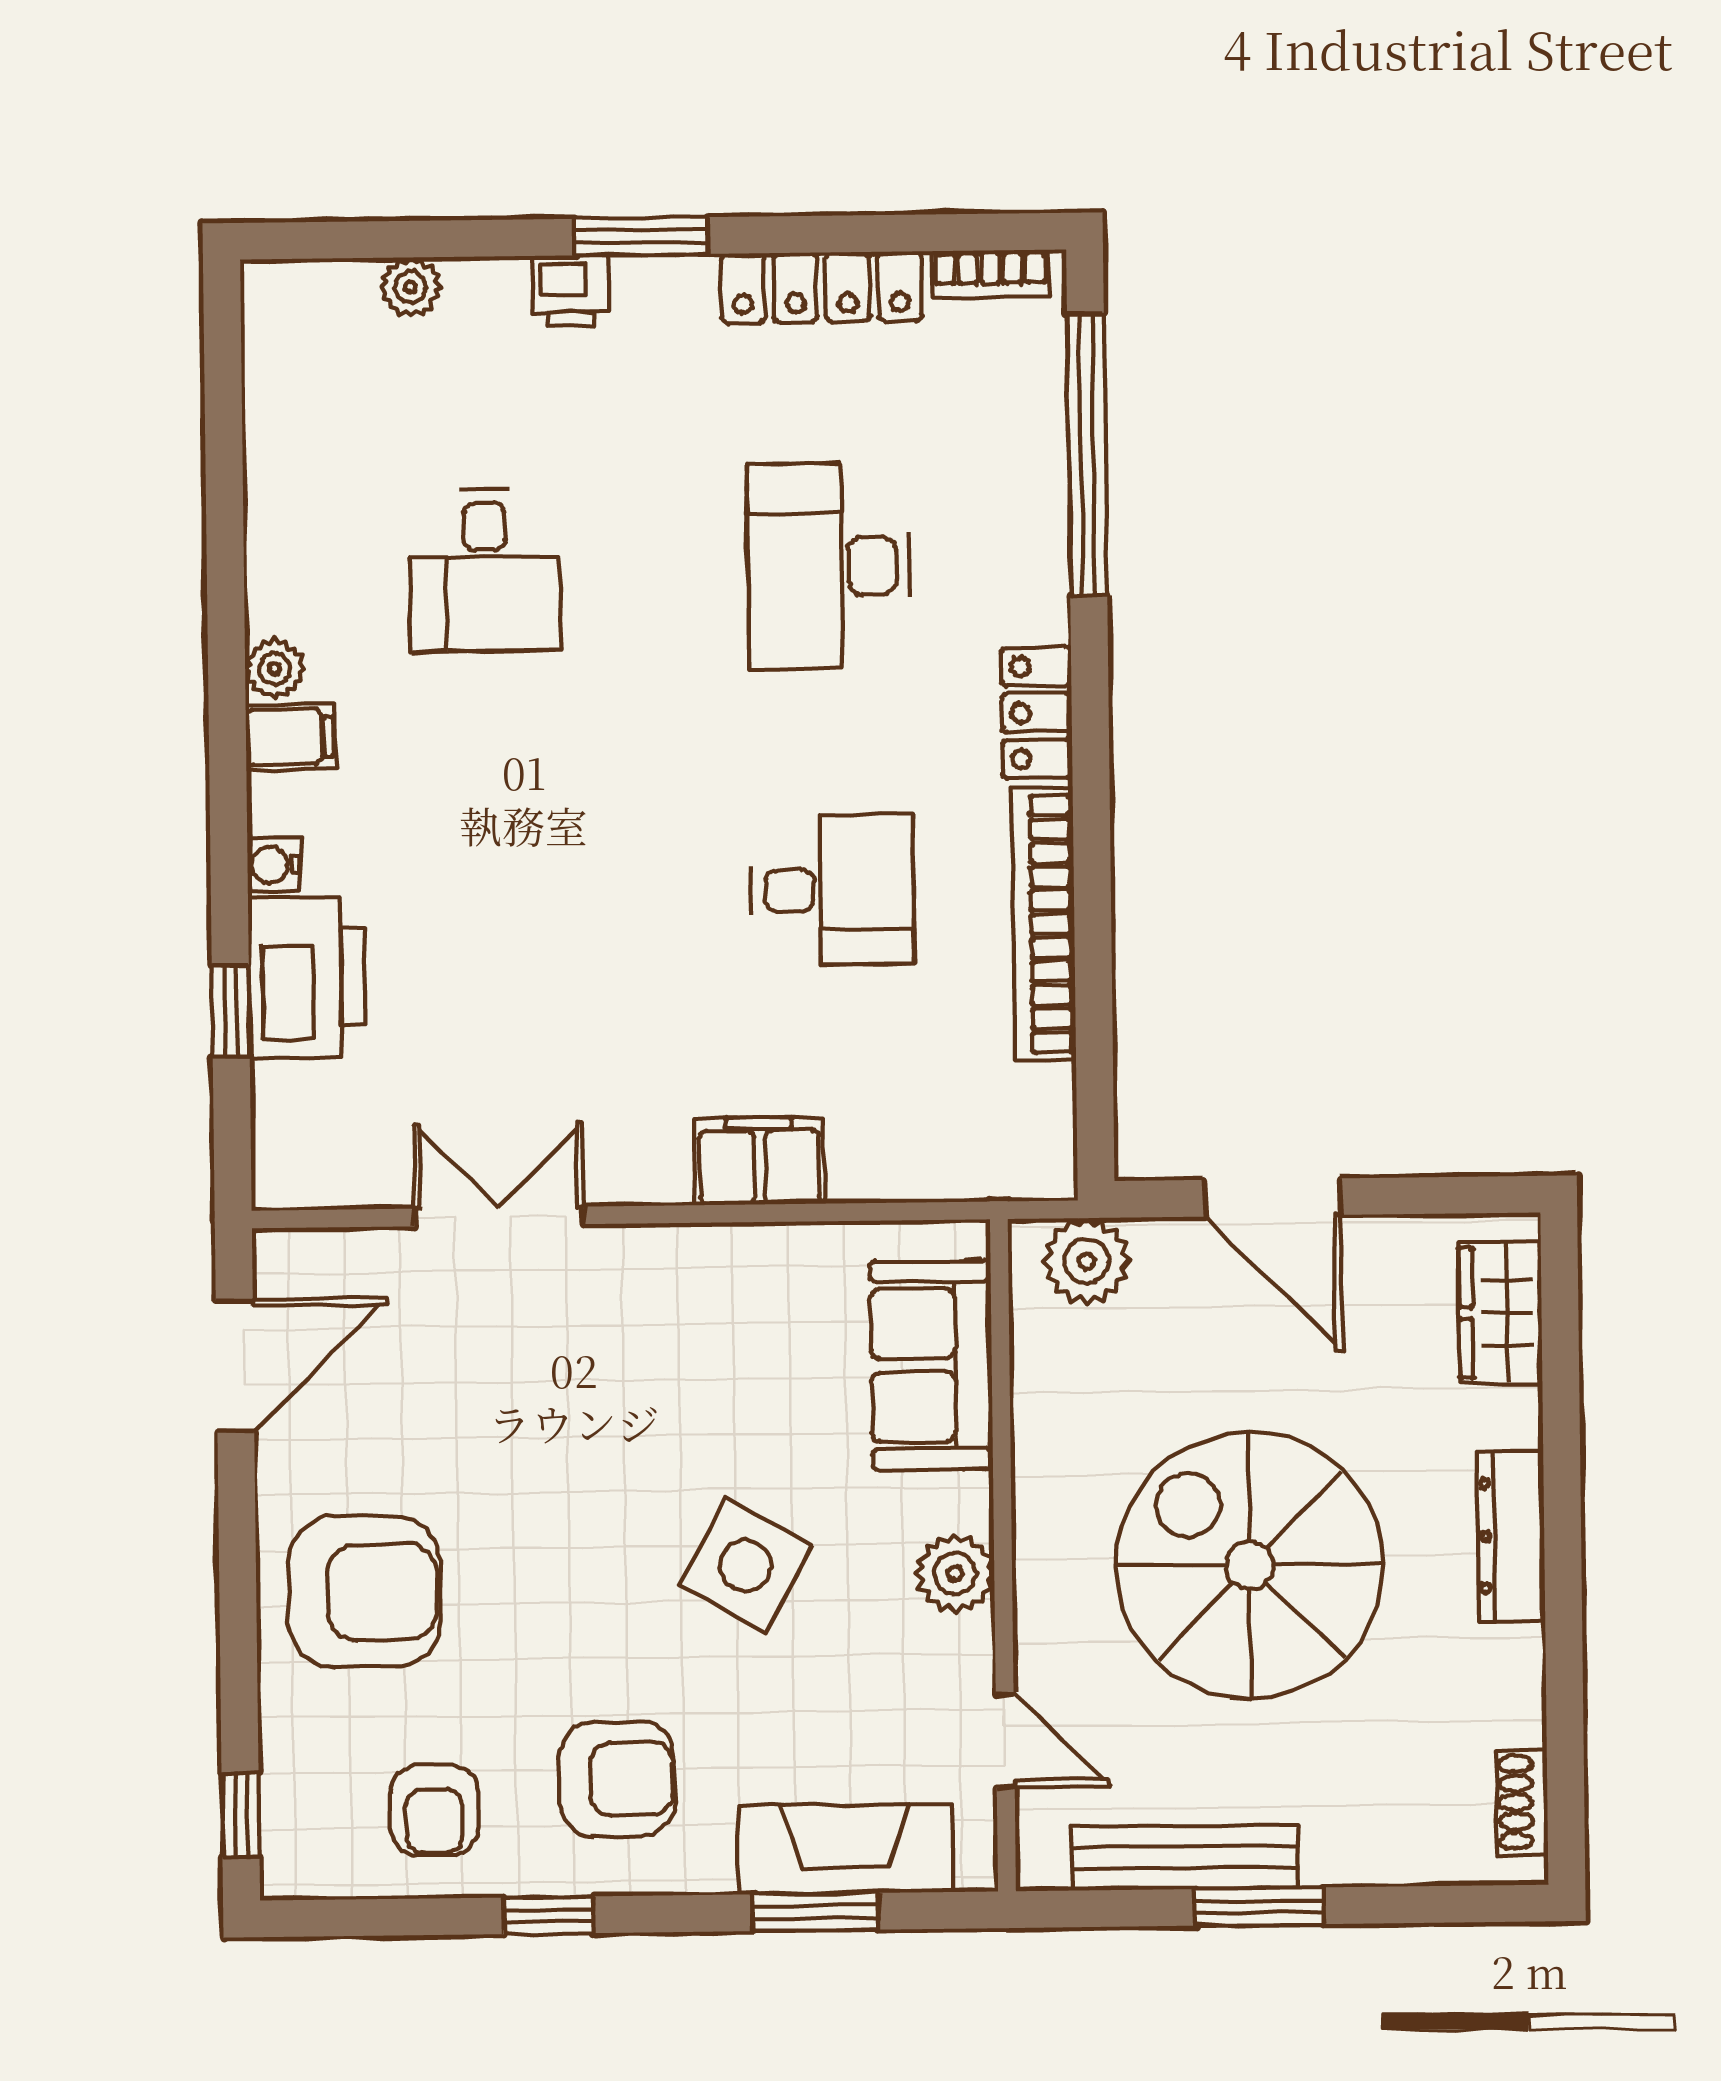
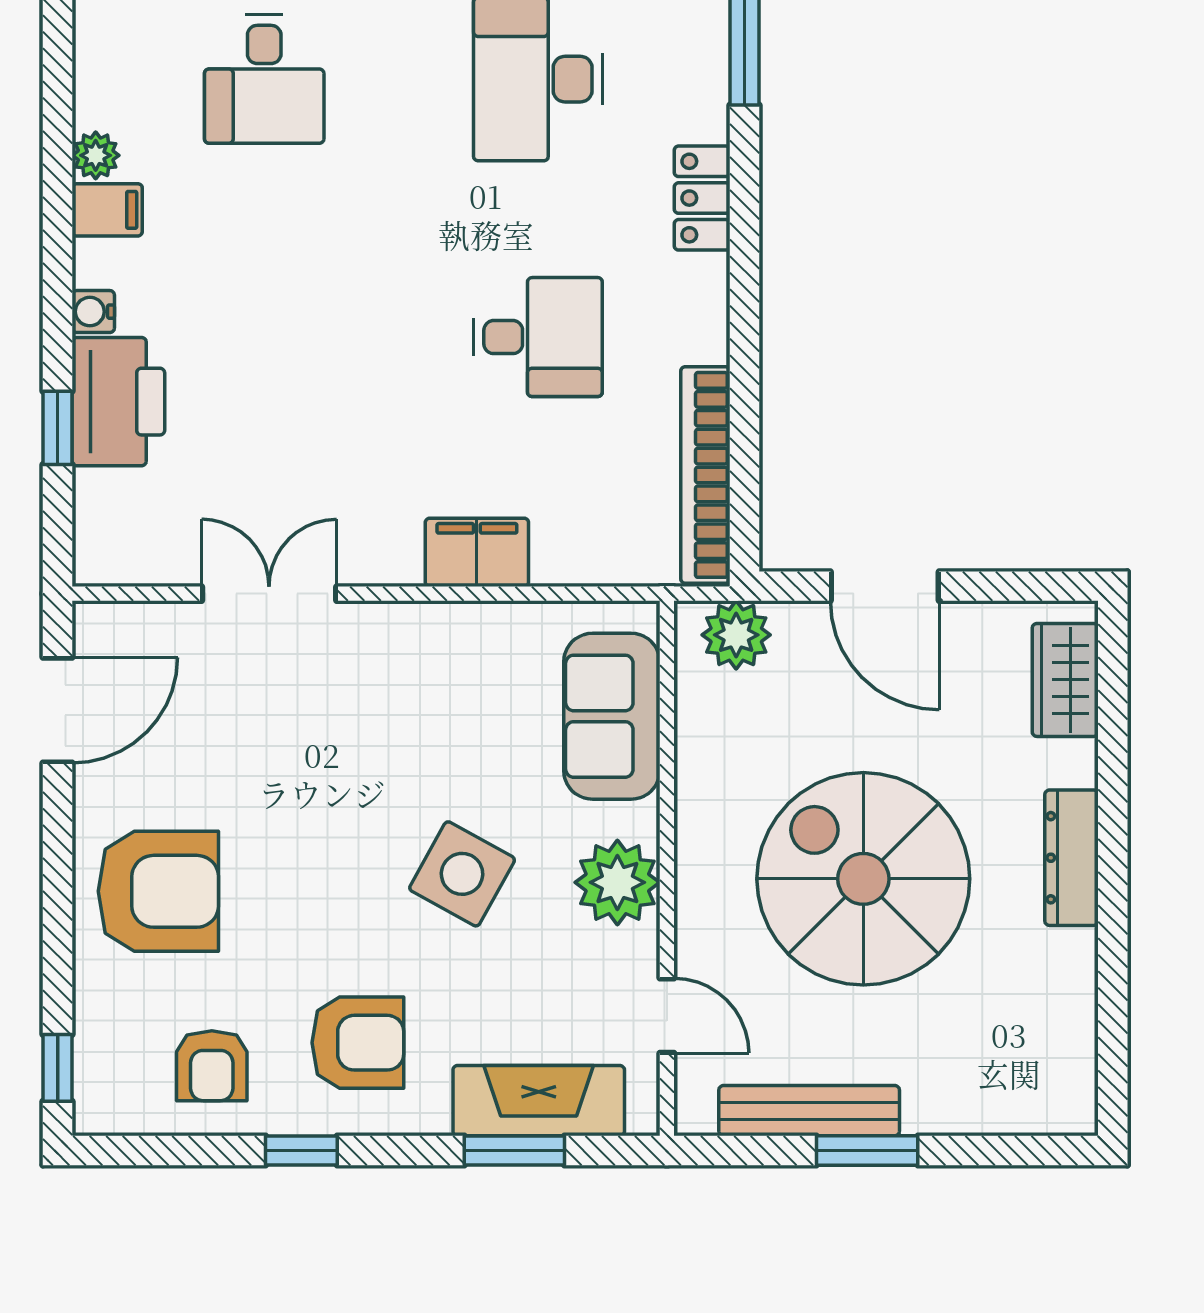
bookcase: (1044, 924) -> (705, 475), moved
plant: (955, 1574) -> (617, 882), width x1.36, depth x1.36
shoe rack: (1522, 1802) -> (1078, 1070), removed

